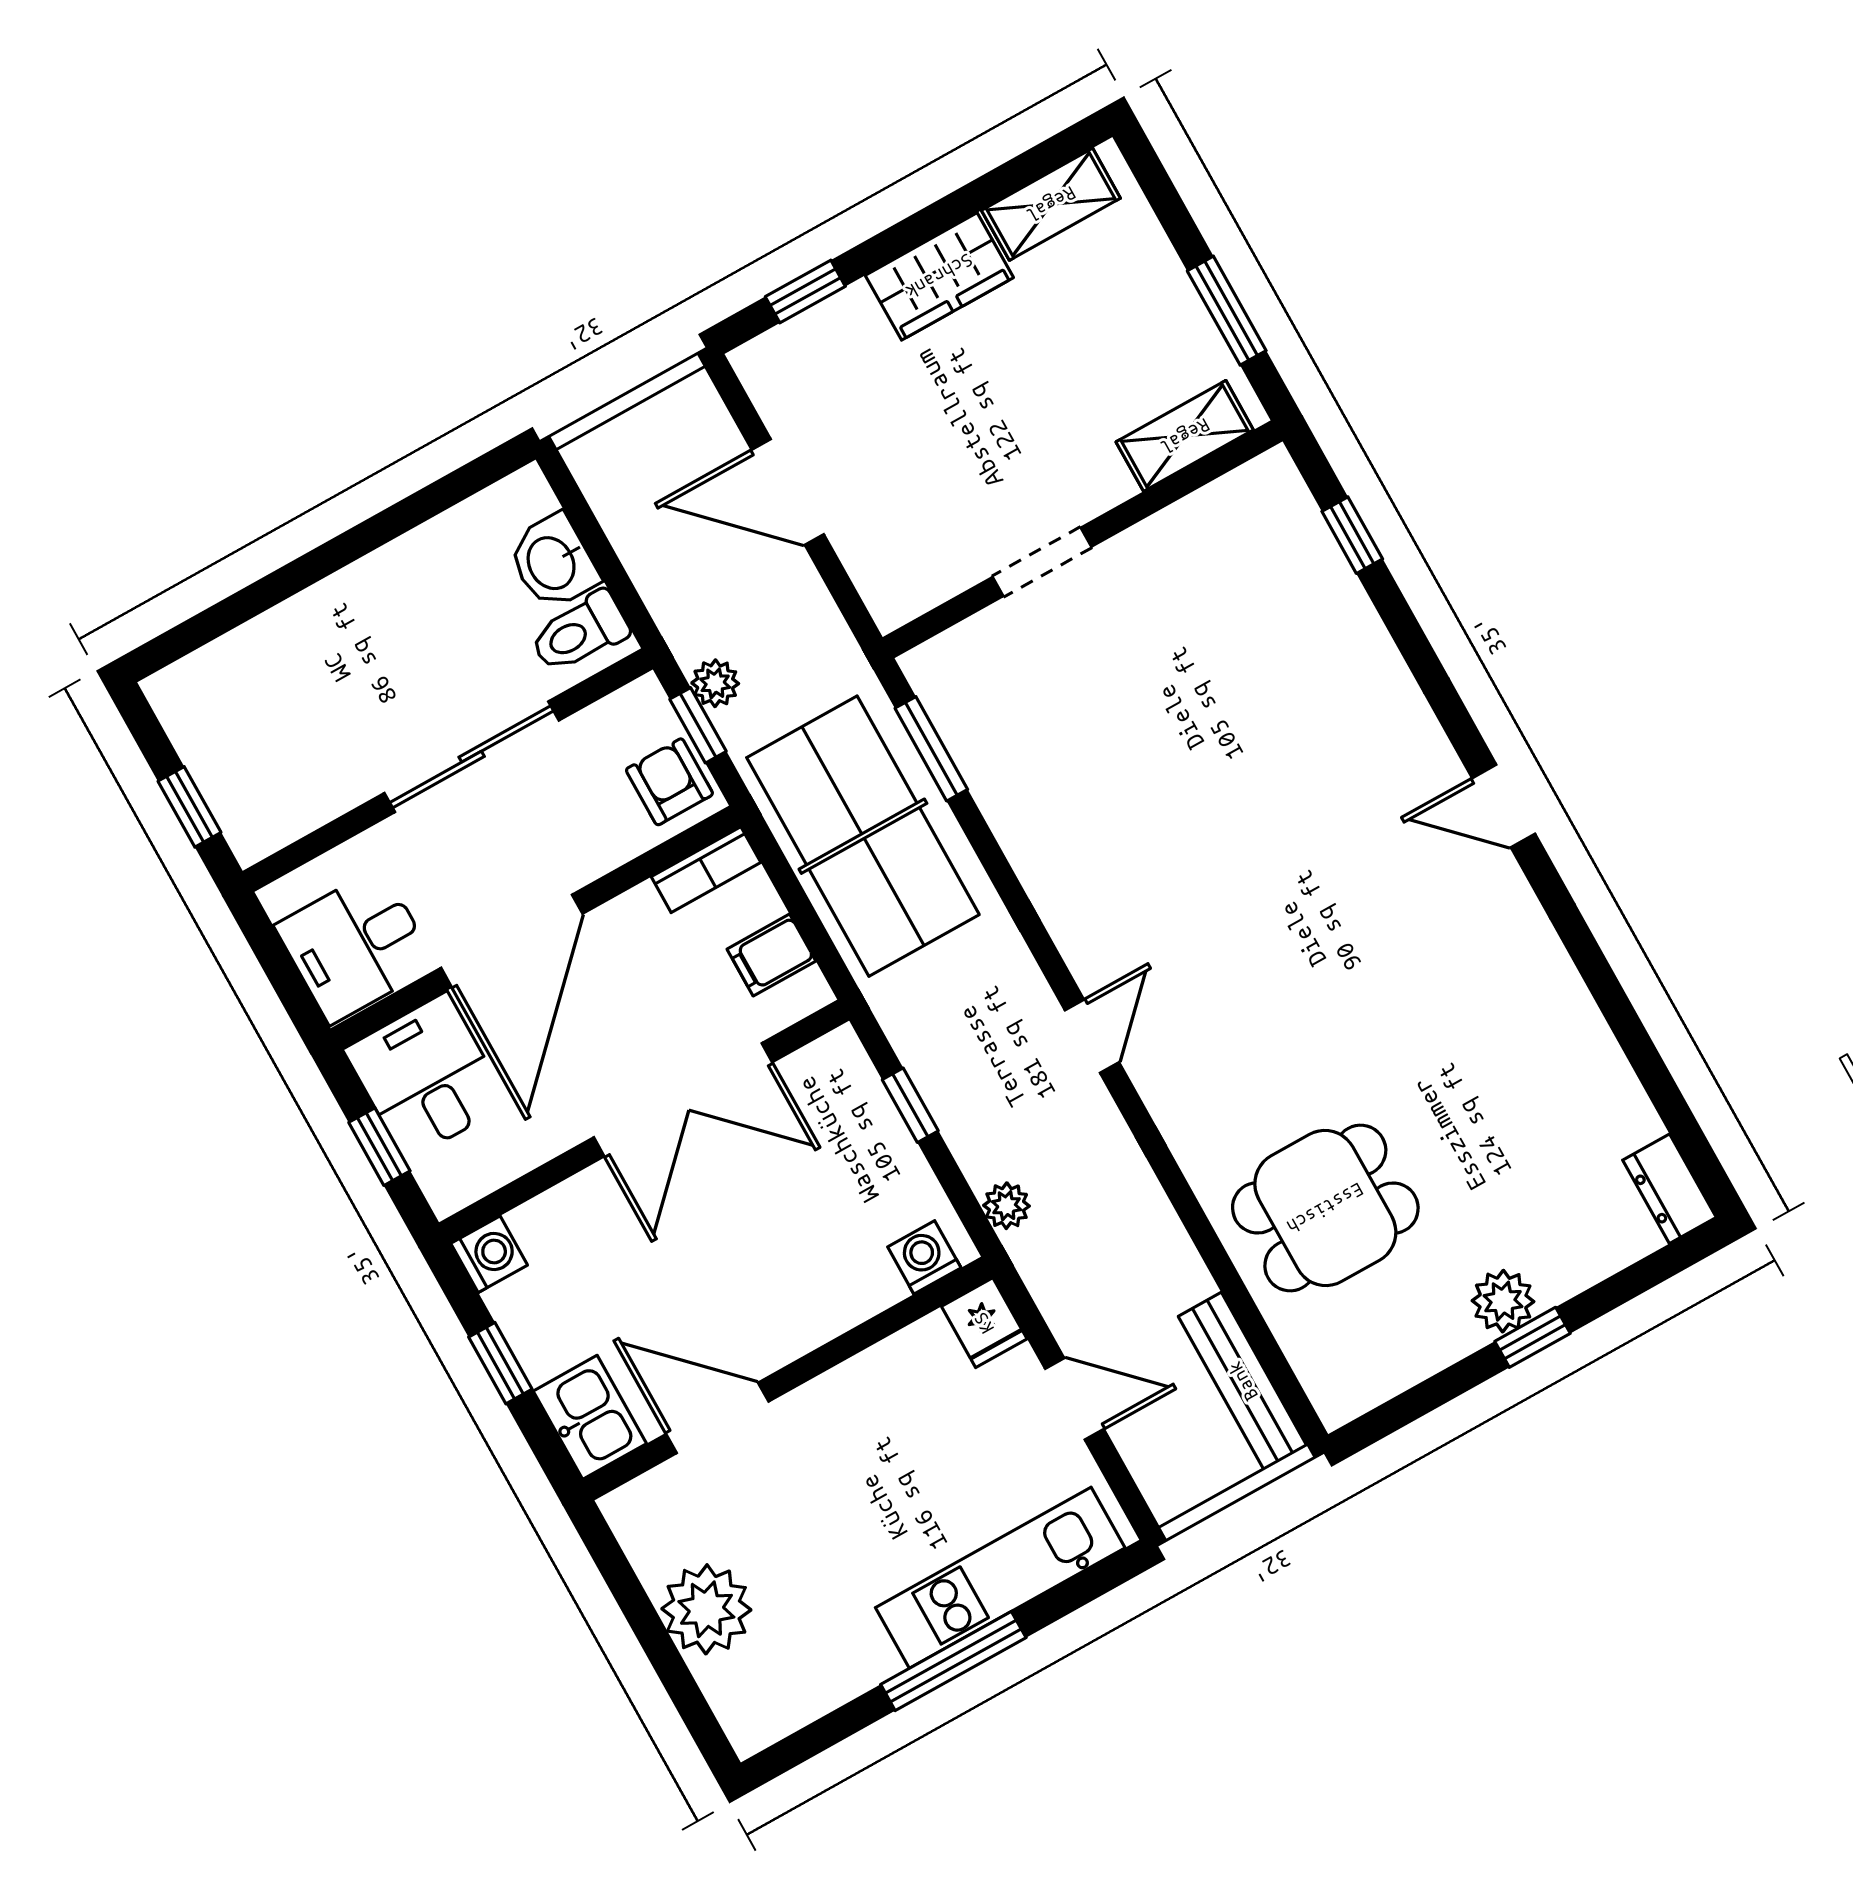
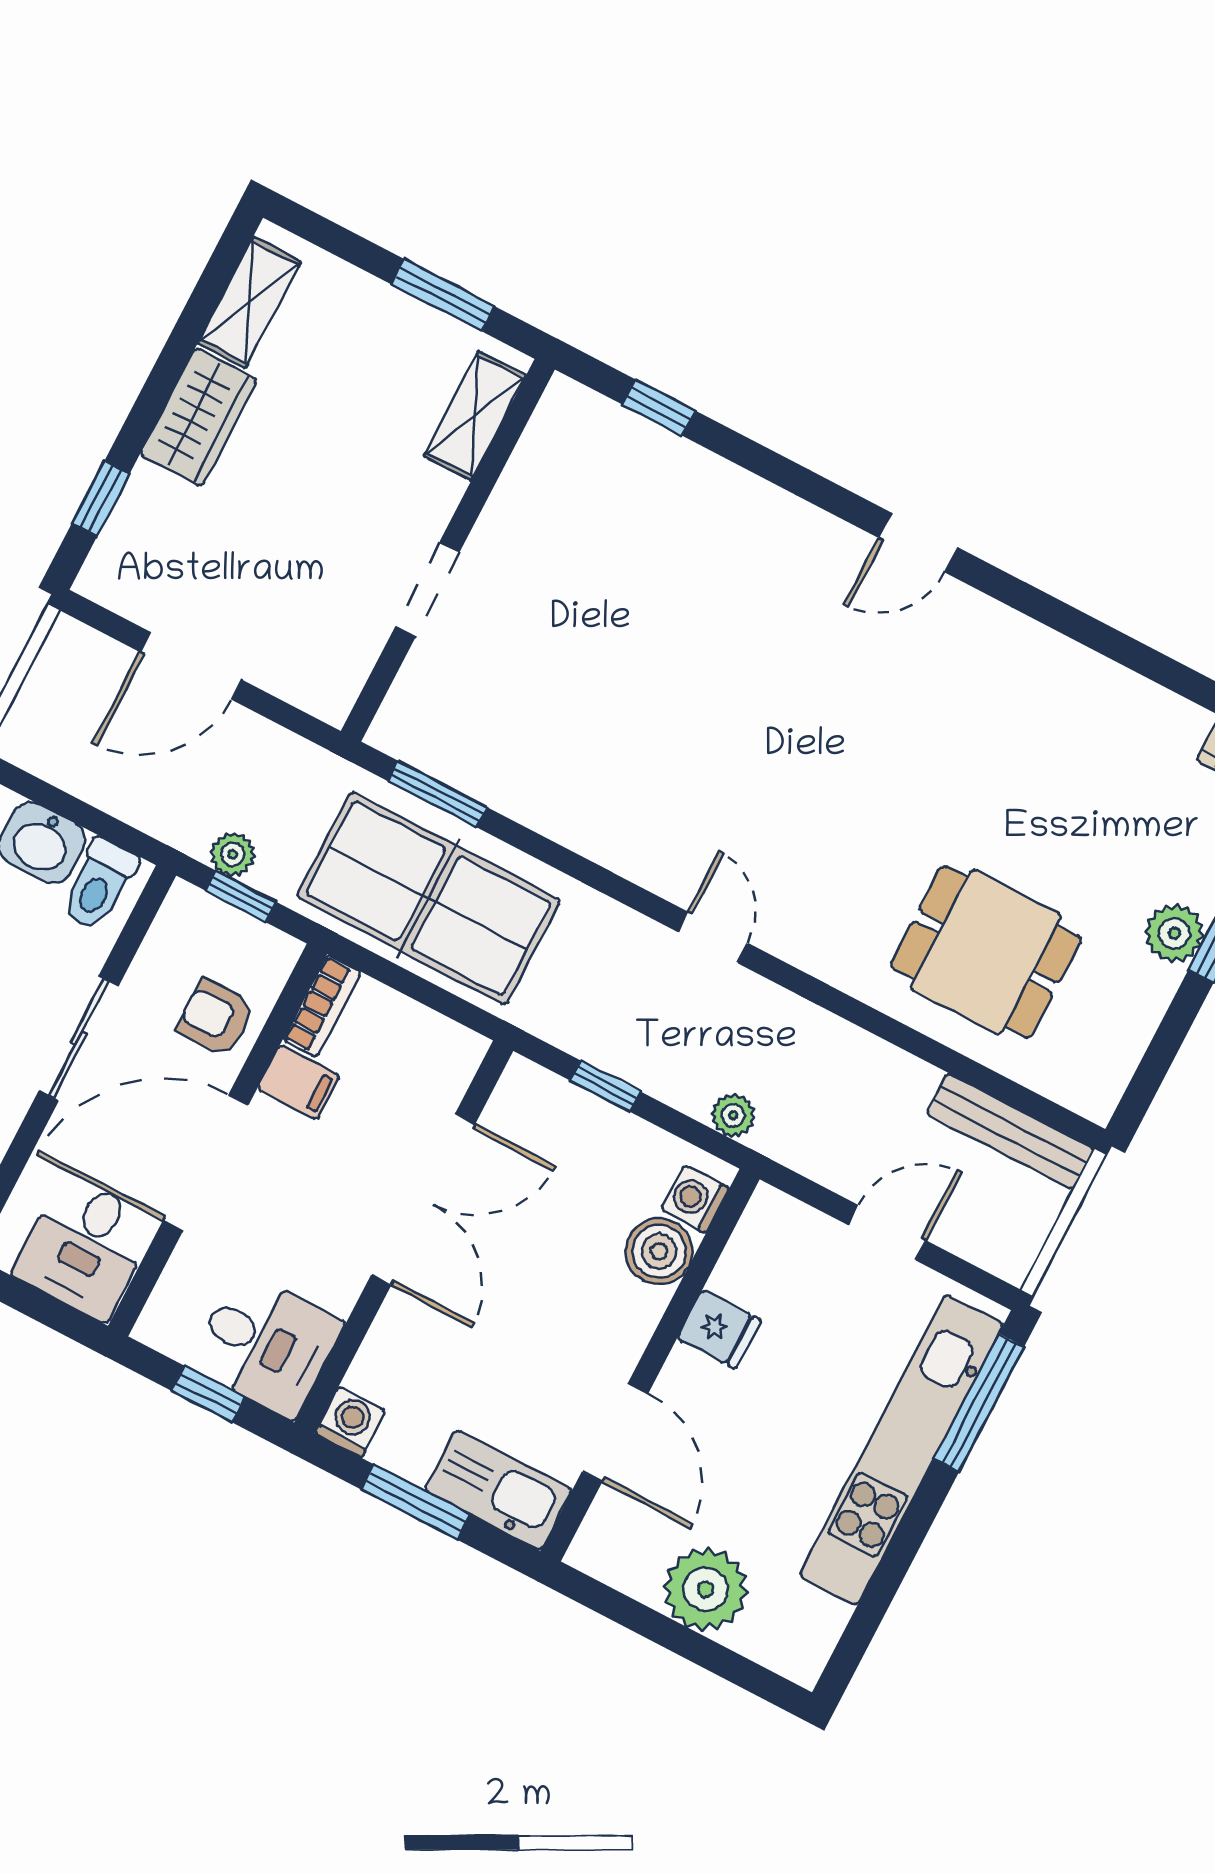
sliding door: (472, 757) -> (79, 1038), width x0.73
armchair: (669, 782) -> (216, 1017), moved
door: (512, 941) -> (206, 1163), swing flipped
filing cabinet: (771, 955) -> (299, 1082), moved, turned -90
desk: (426, 1077) -> (266, 1344), moved, turned 180
dining table: (1325, 1208) -> (986, 952), turned 90
boiler: (862, 1283) -> (659, 1251), added
fridge: (984, 1323) -> (719, 1329), moved
window: (500, 1363) -> (416, 1502), width x1.50
kitchen sink: (590, 1417) -> (498, 1490), width x1.38
door: (717, 1418) -> (615, 1433), swing flipped
kitchen unit: (1000, 1578) -> (901, 1450), width x1.36
window: (953, 1661) -> (979, 1403), moved

